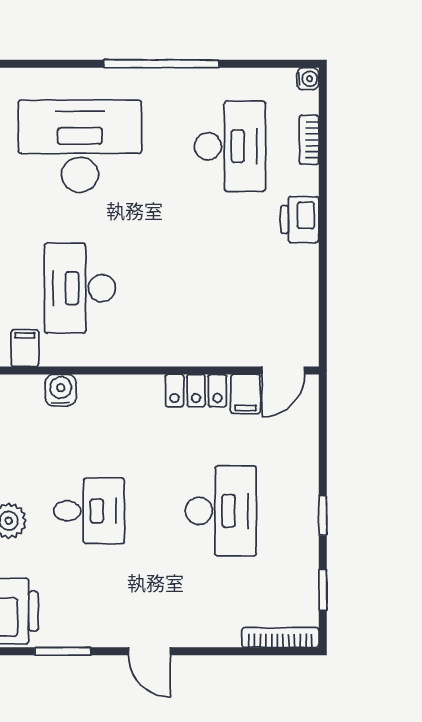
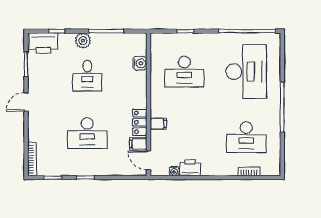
water cooler: (308, 79) -> (174, 171), moved
printer: (300, 220) -> (190, 168), moved
desk: (80, 288) -> (184, 72), turned 180
filing cabinet: (25, 348) -> (158, 124), moved

